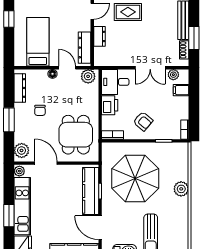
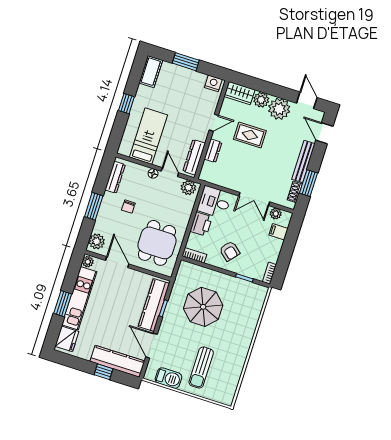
parasol: (135, 179) -> (203, 307), width x0.73, depth x0.73
plant: (181, 189) -> (247, 332), removed

